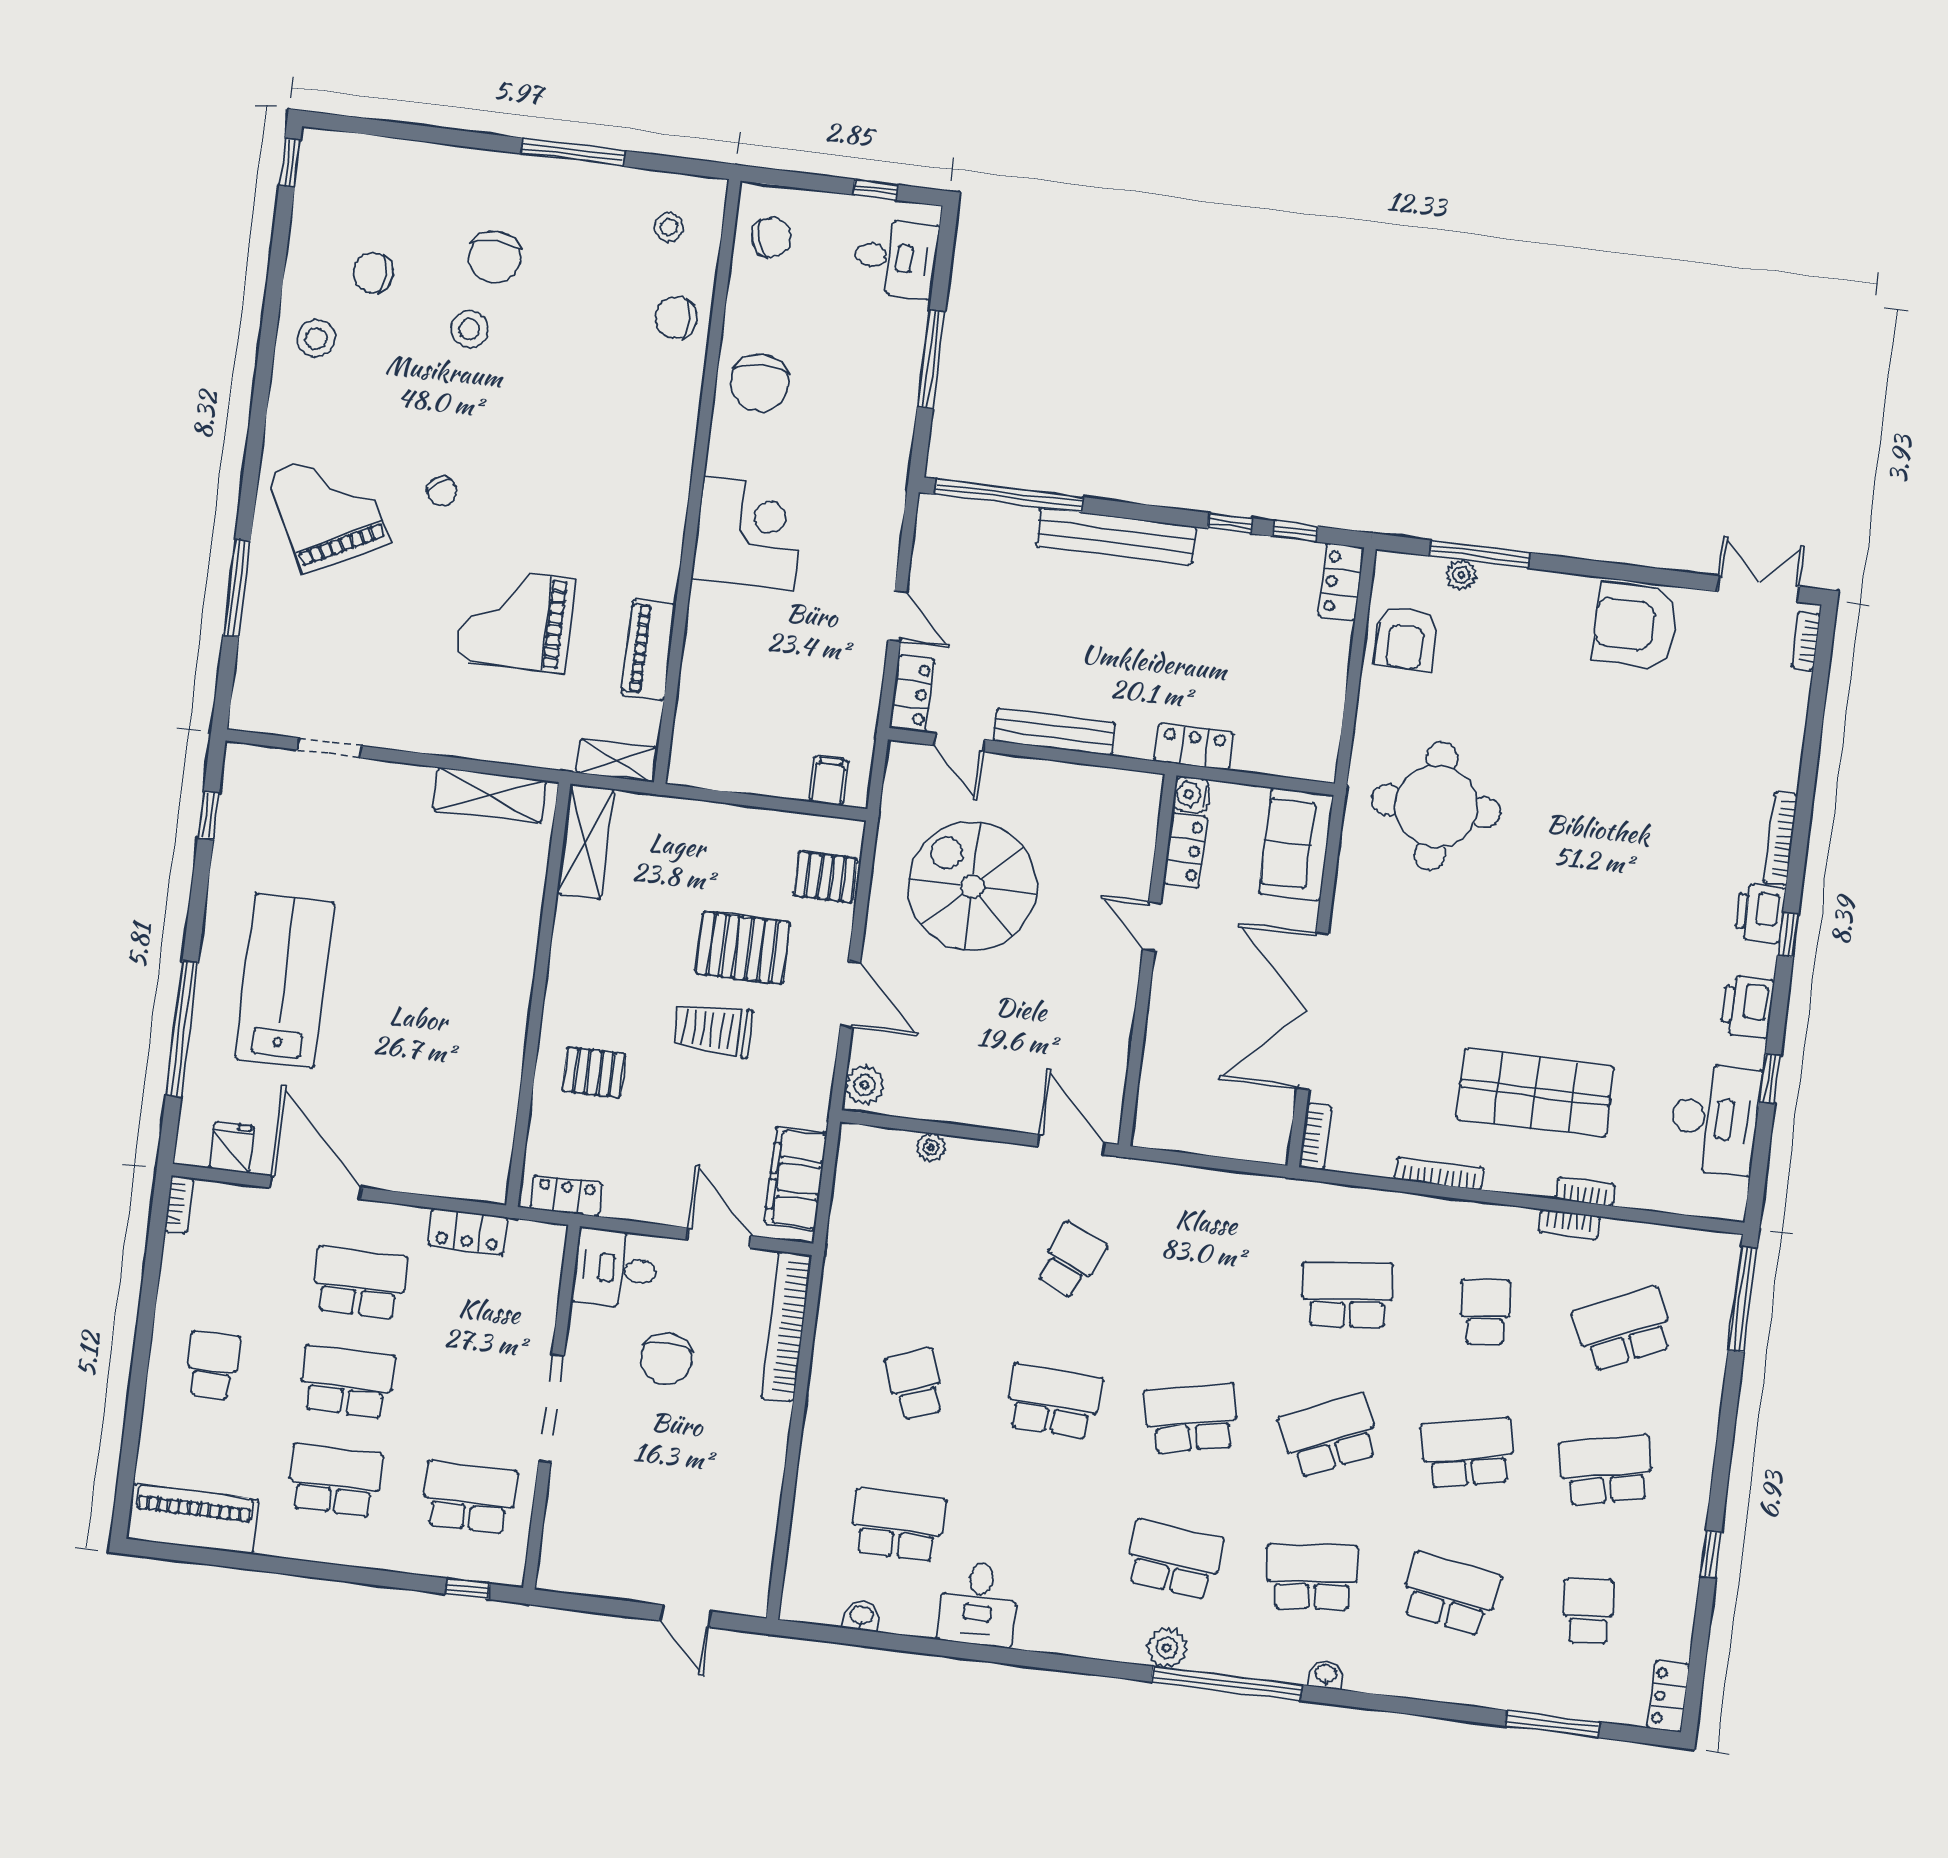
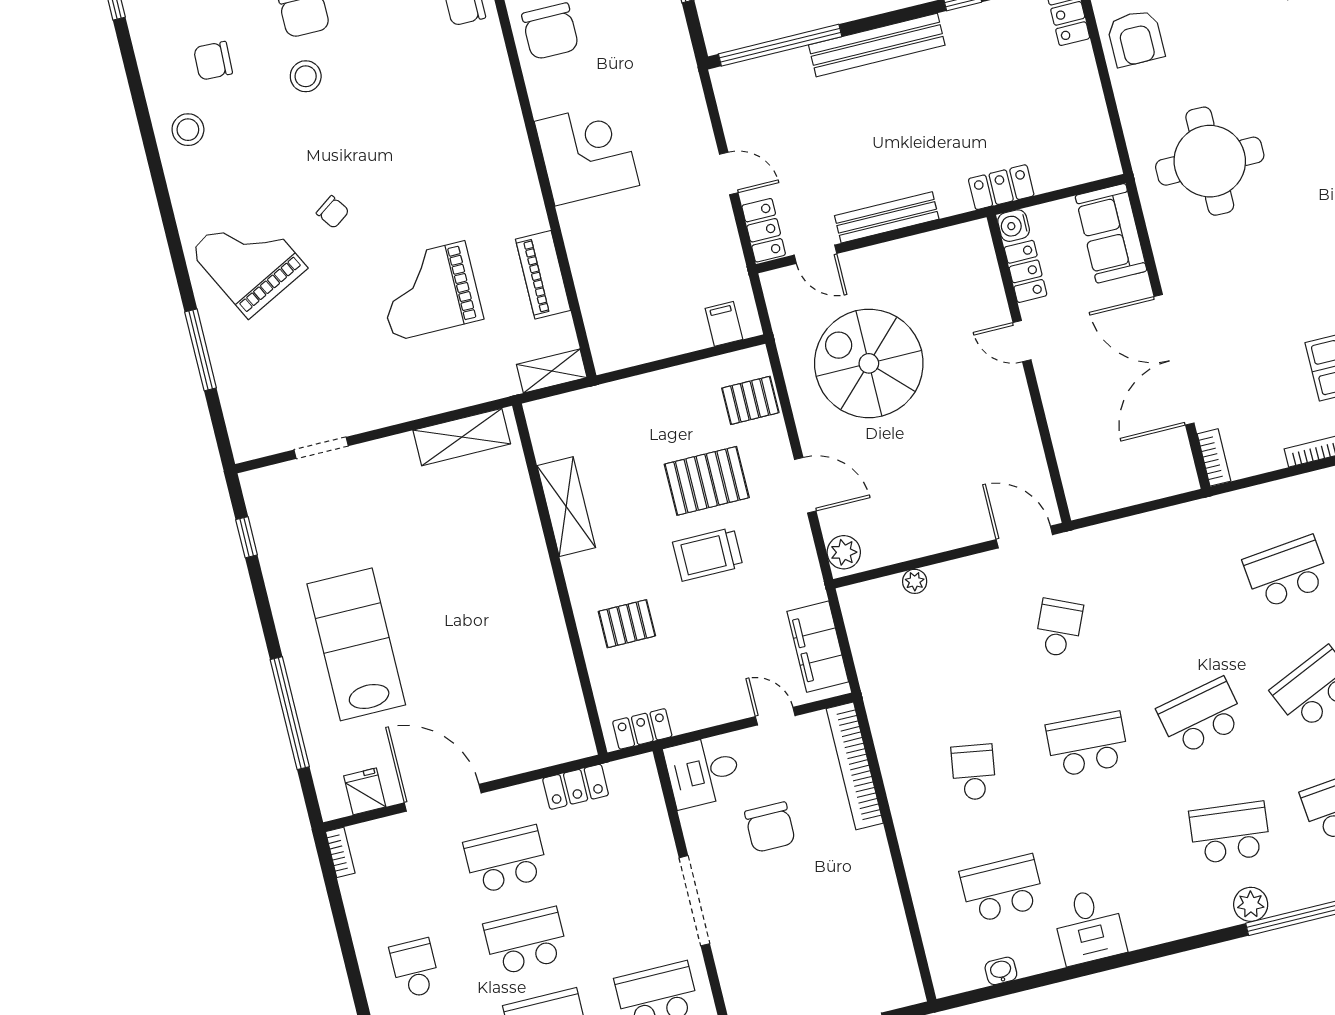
shelving: (585, 841) -> (566, 507), moved
door: (719, 1238) -> (775, 716), width x0.73
school desk: (915, 1384) -> (974, 772), turned 30

